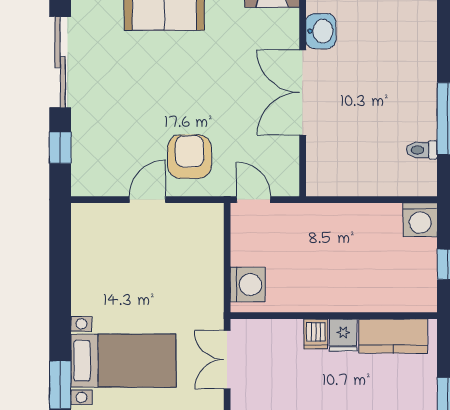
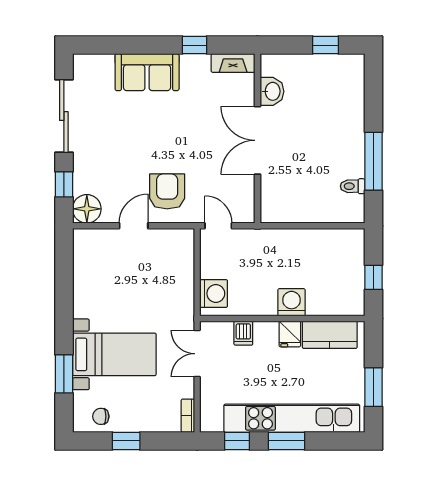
floor lamp: (89, 178) -> (87, 209), added
washing machine: (420, 220) -> (292, 302), moved, turned 180
dishwasher: (316, 334) -> (243, 333), moved

